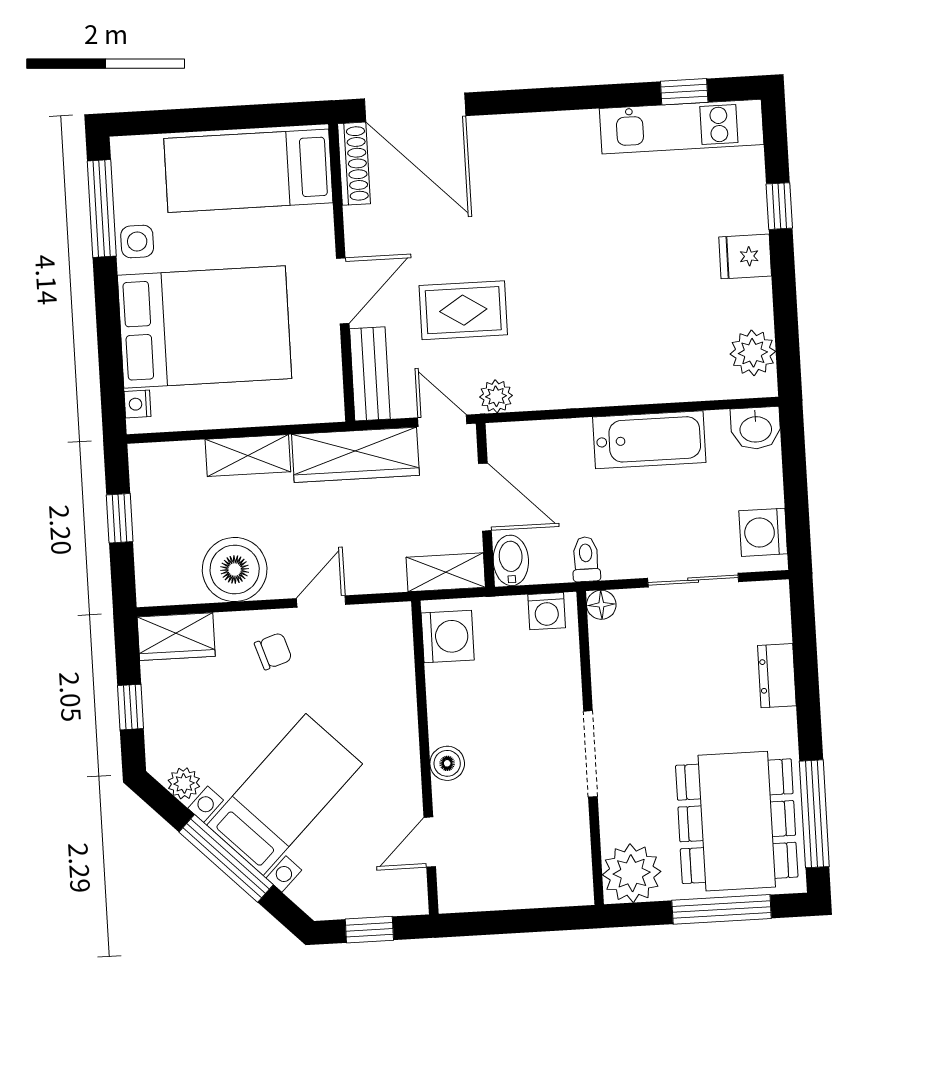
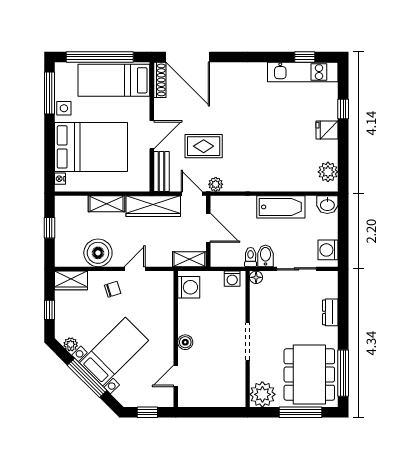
window: (213, 119) -> (100, 57), added
bidet: (511, 560) -> (265, 256), moved

